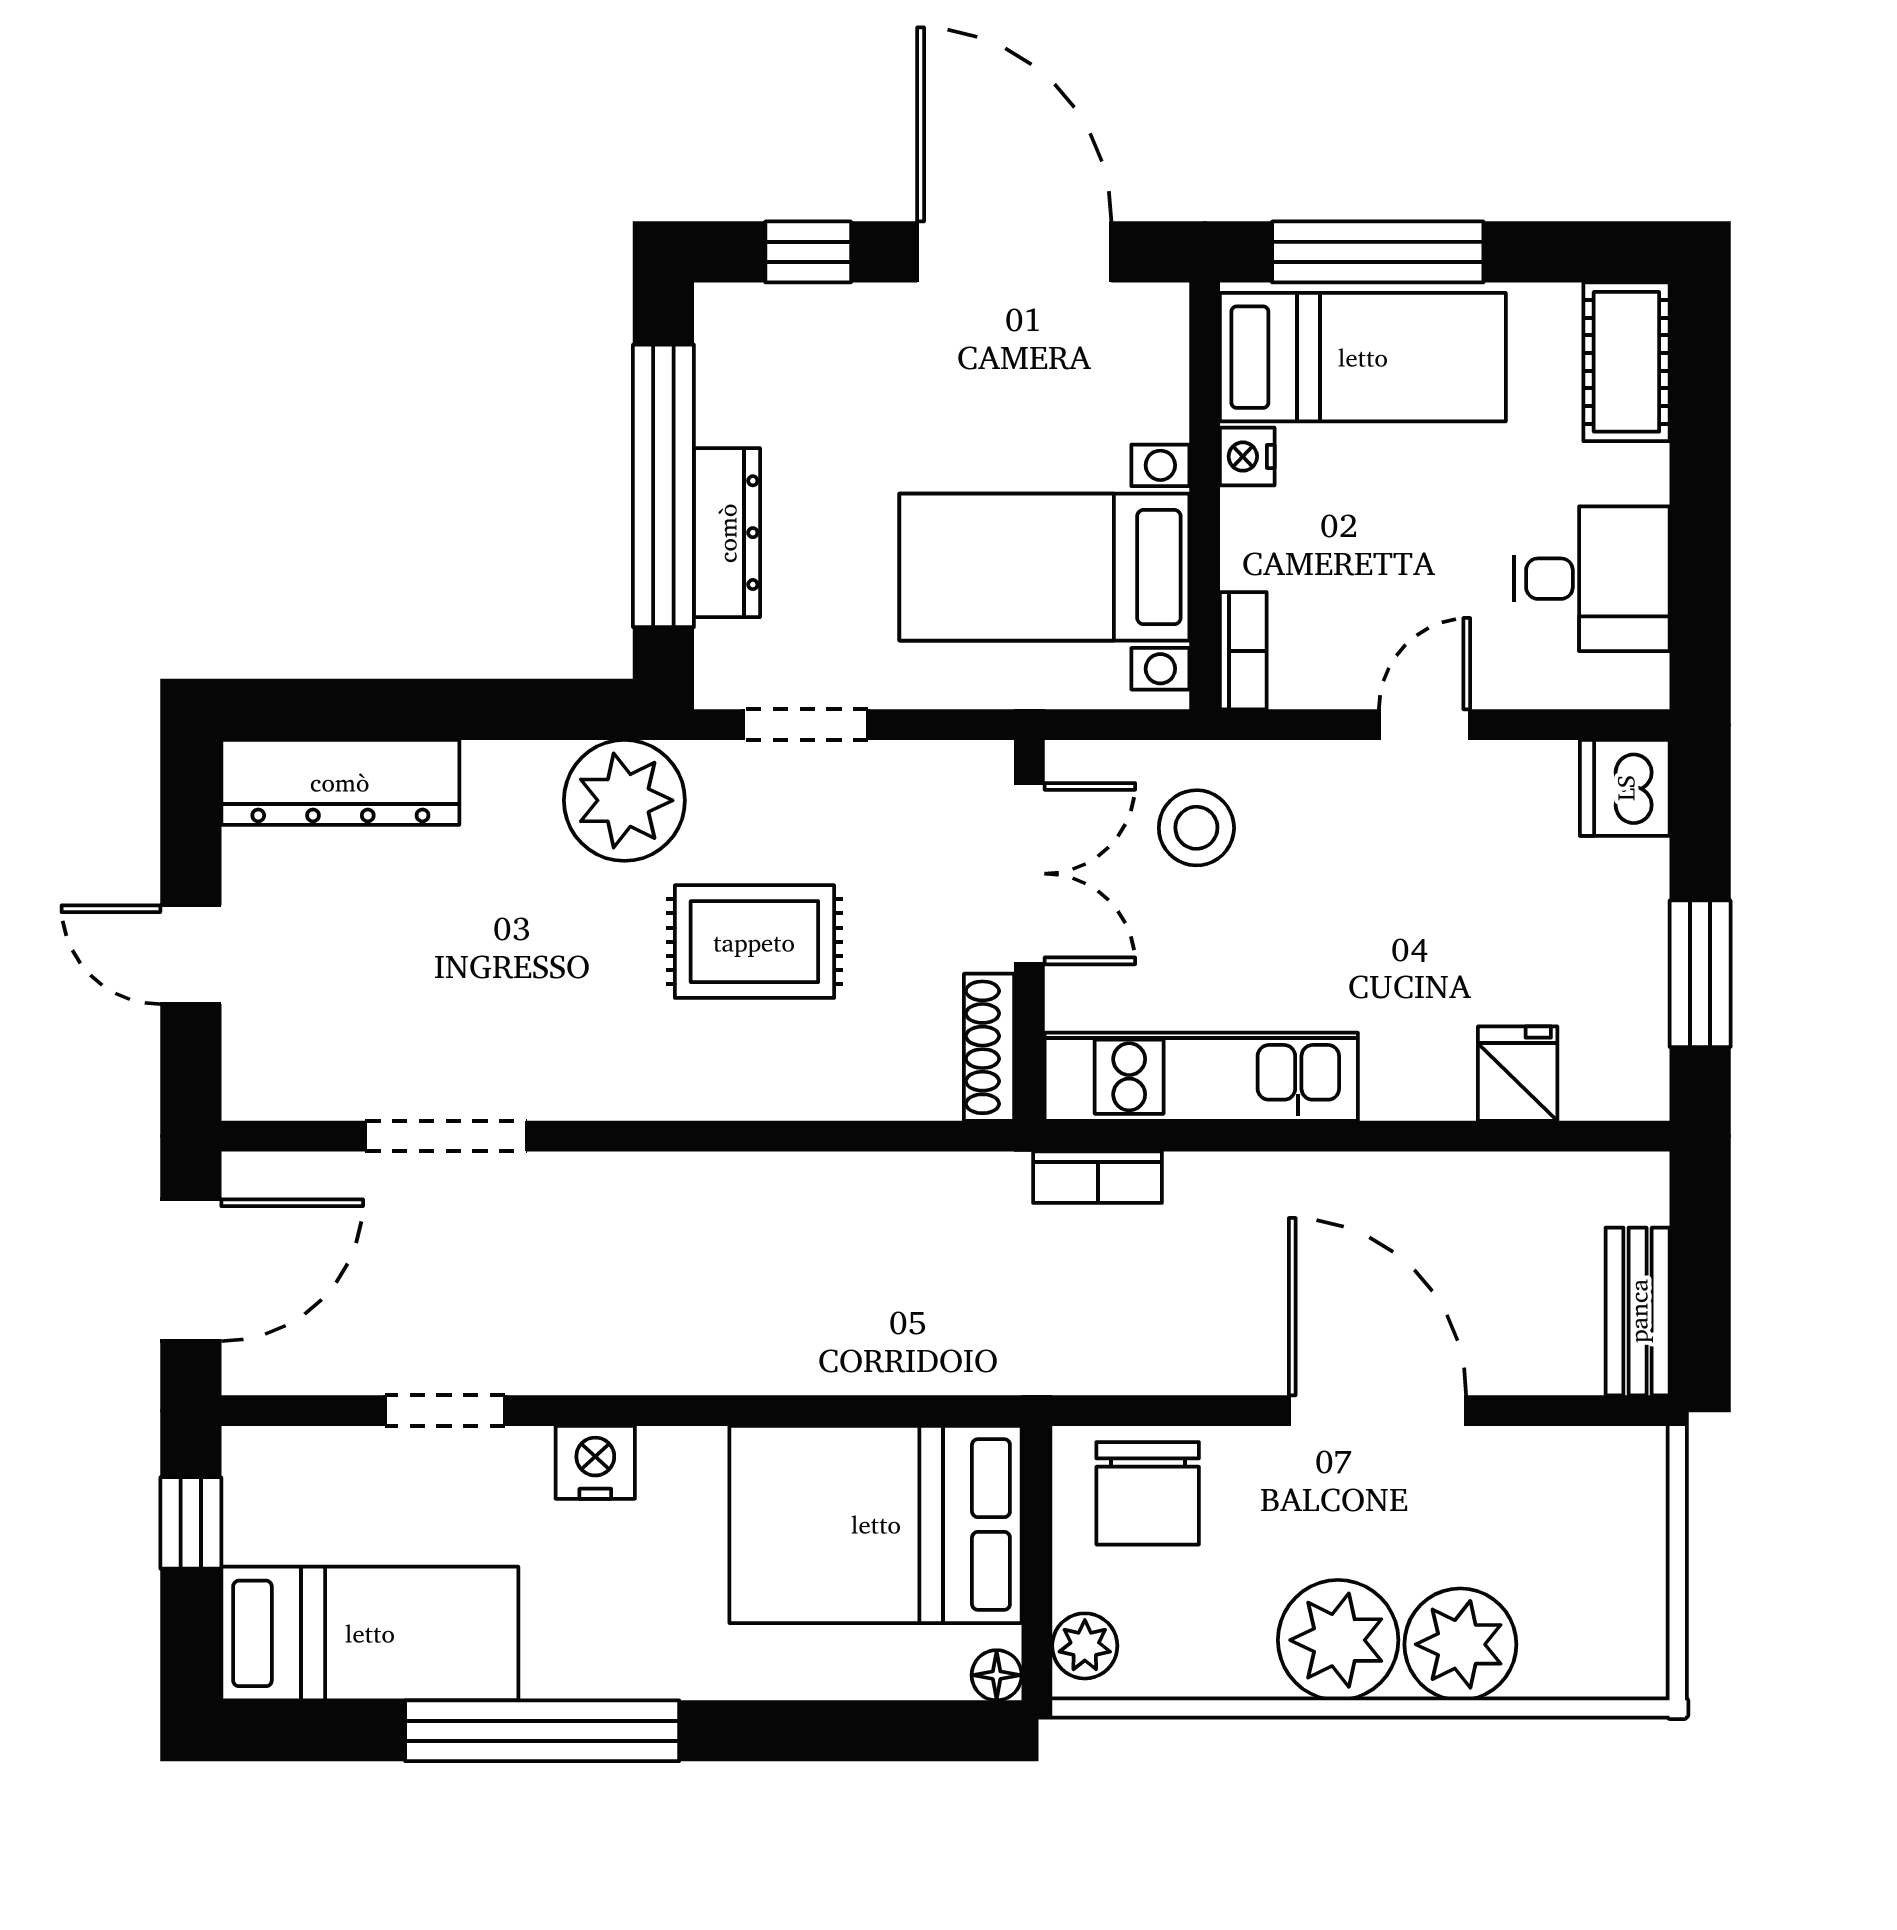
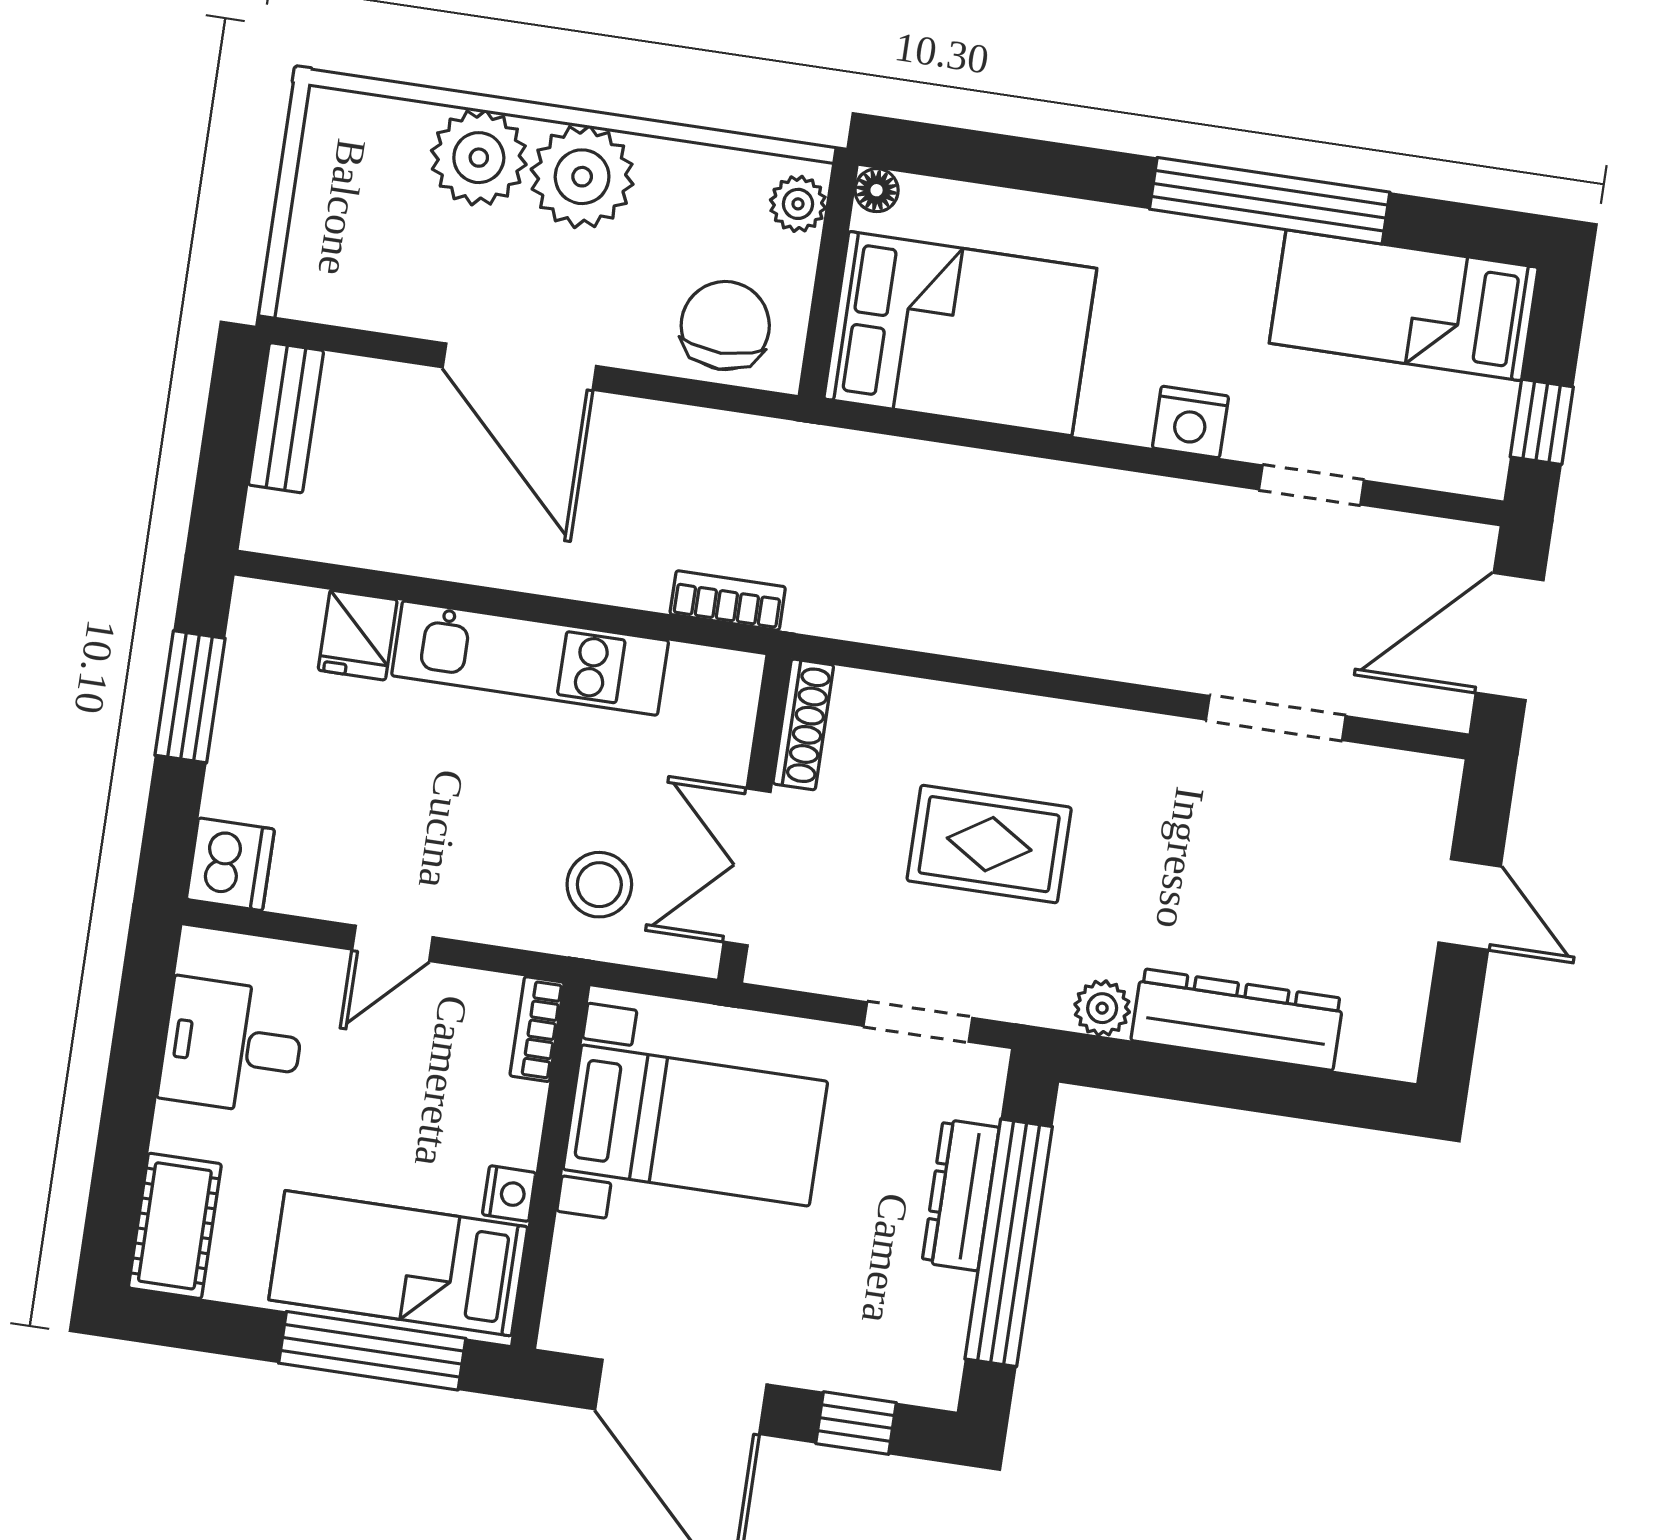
dresser: (340, 782) -> (1237, 1020), moved
plant: (624, 800) -> (1102, 1008), width x0.53, depth x0.53
kitchen unit: (1201, 1077) -> (530, 658), moved

